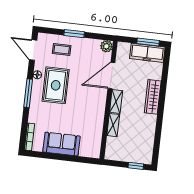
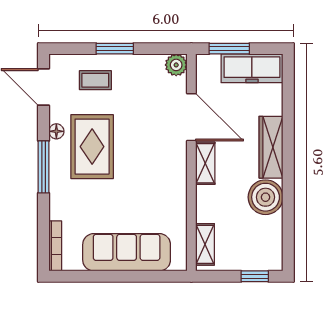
window: (148, 42) -> (229, 49), moved
door: (111, 76) -> (191, 117), swing flipped
boiler: (147, 124) -> (266, 197), added
shelving: (113, 125) -> (205, 244), moved
sofa: (61, 144) -> (127, 252), width x1.36

